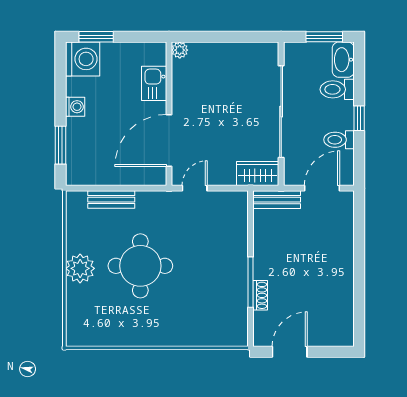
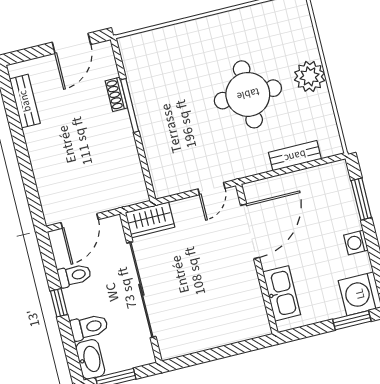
plant: (180, 50) -> (262, 328), removed
kitchen sink: (154, 83) -> (282, 293), width x1.38
bench: (277, 200) -> (25, 101), moved, turned 90

